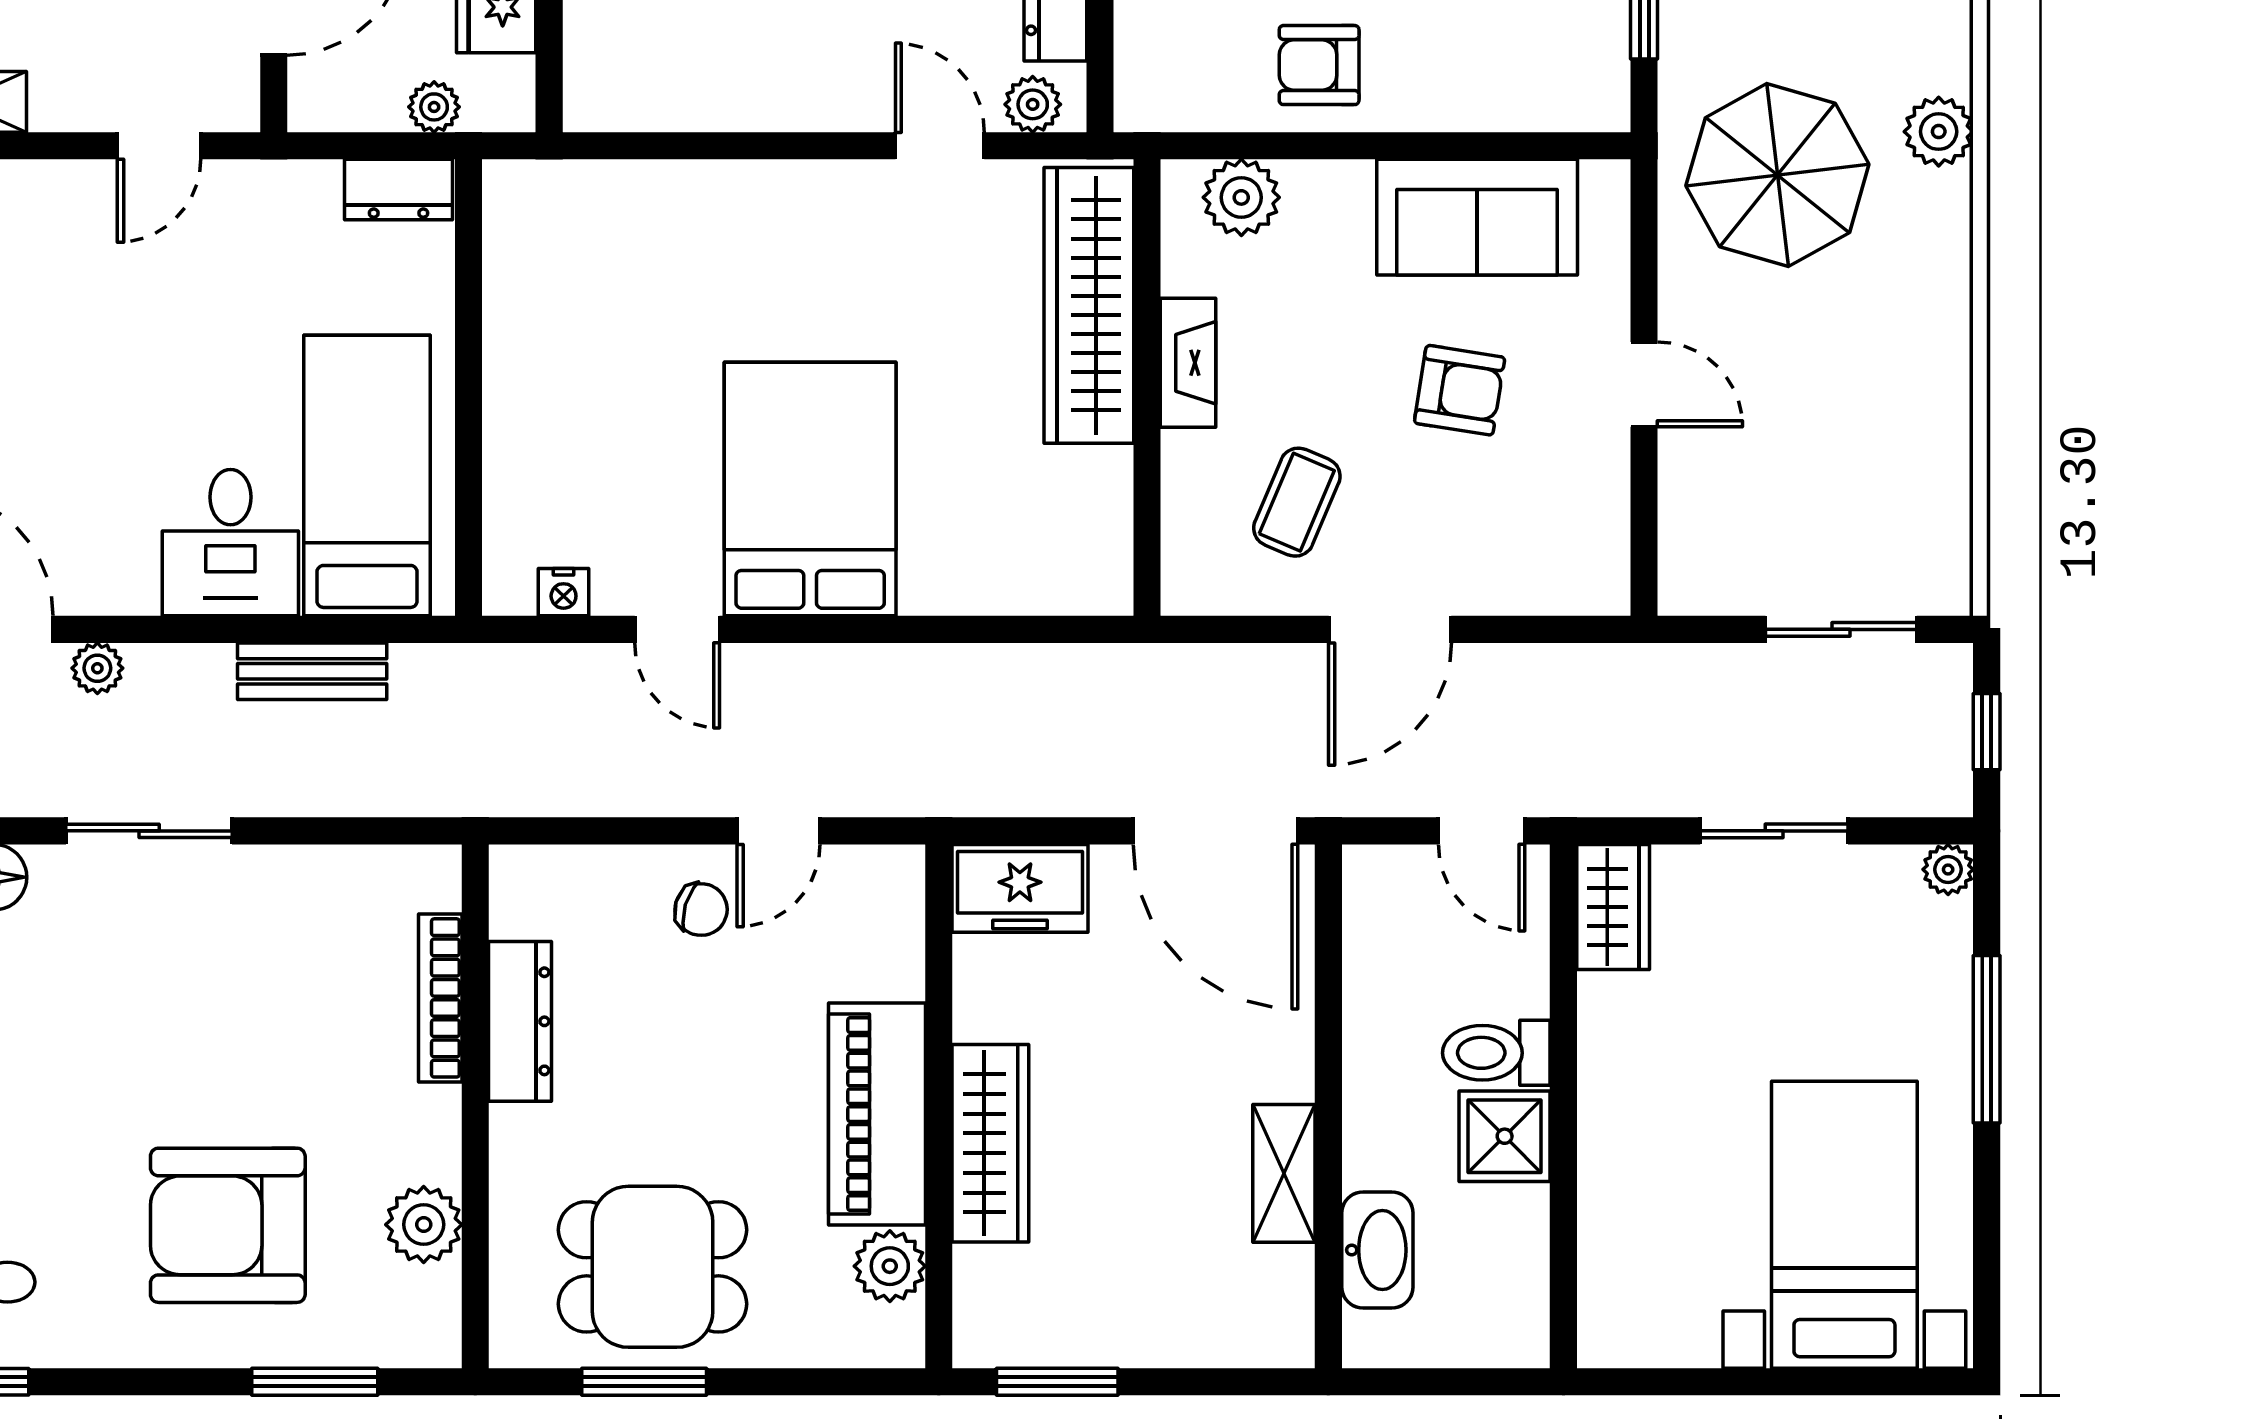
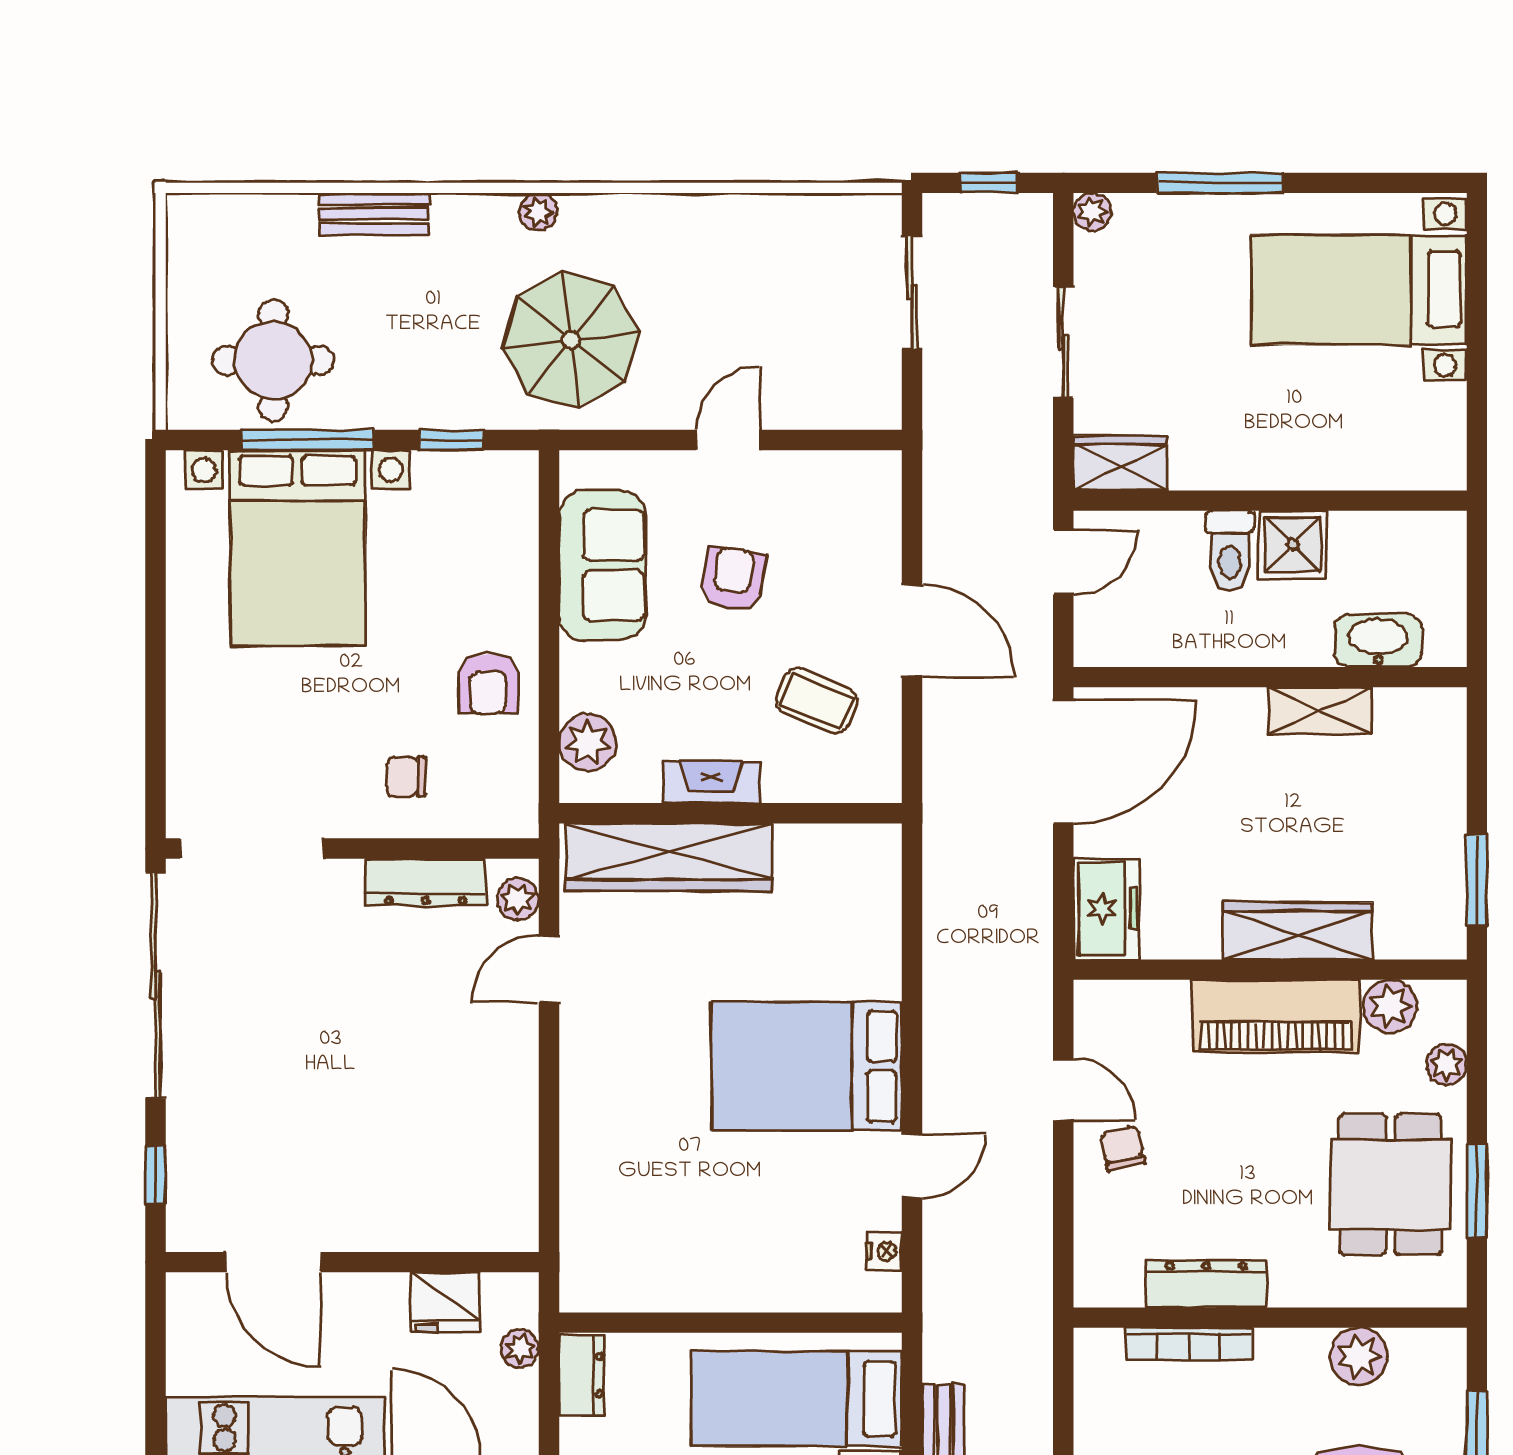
plant: (1939, 132) -> (538, 212), width x0.73, depth x0.73
chair: (701, 910) -> (1122, 1148), turned -30
plant: (812, 1341) -> (1446, 1064), added

